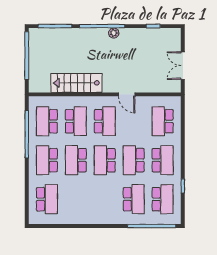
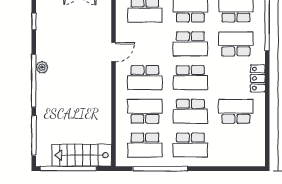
stairs: (76, 83) -> (82, 155), moved, turned 90
school desk: (105, 121) -> (145, 78), turned 180
school desk: (47, 199) -> (236, 111), moved
locker: (104, 218) -> (258, 78), added

